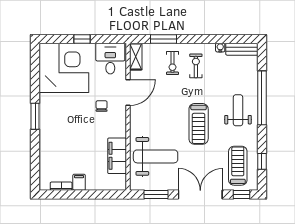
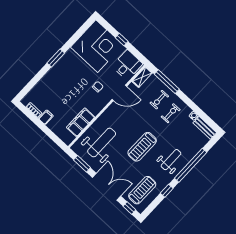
window: (163, 39) -> (167, 82), width x1.44
weight bench: (156, 156) -> (102, 142), turned -90
window: (262, 161) -> (167, 191), moved

